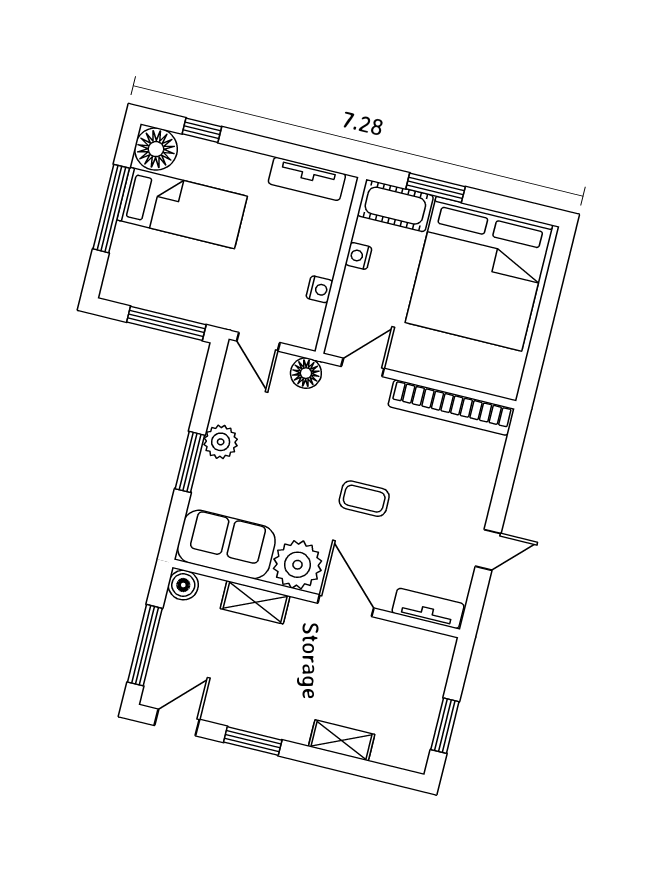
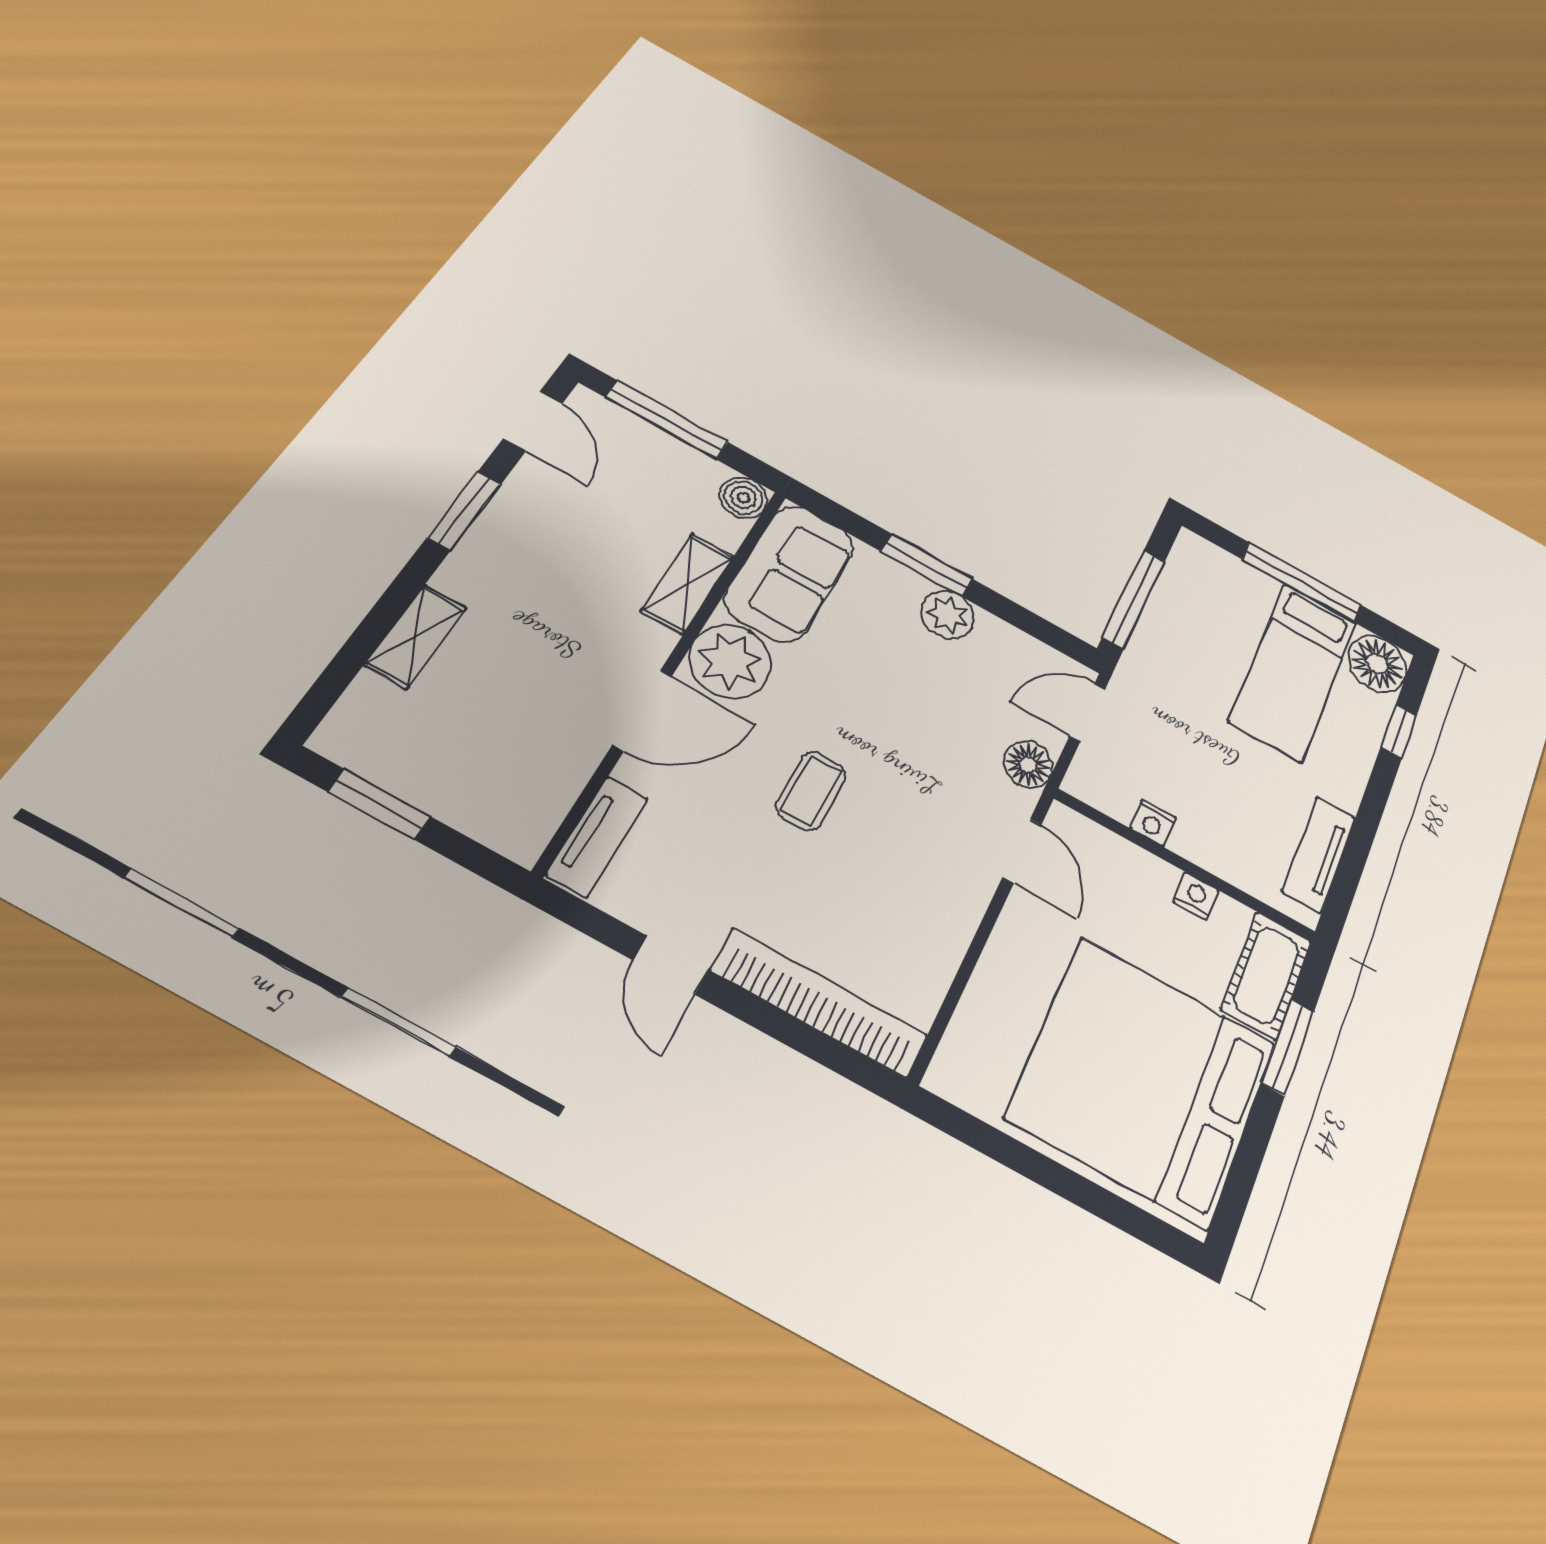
bookcase: (451, 408) -> (819, 1003), moved, turned 90

